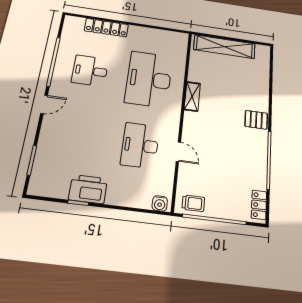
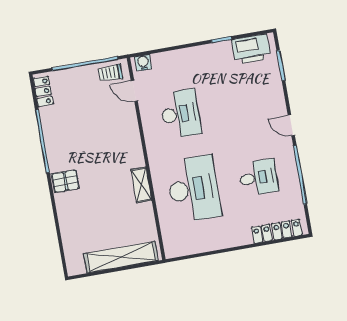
locker: (106, 28) -> (277, 231), moved
door: (44, 104) -> (291, 125), hinge flipped
door: (178, 152) -> (134, 91), moved
printer: (88, 189) -> (251, 49), moved

